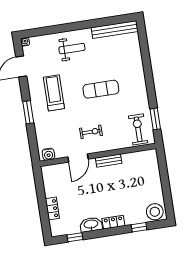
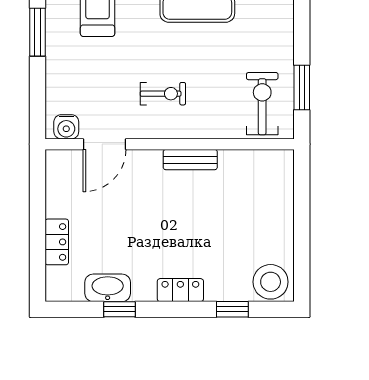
door: (78, 158) -> (105, 144), moved
washbasin: (91, 224) -> (108, 288), moved
window: (75, 237) -> (120, 309), moved

